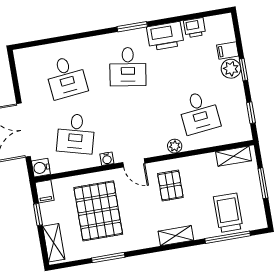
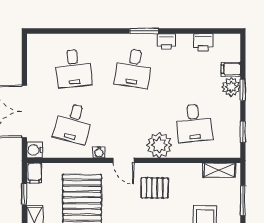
printer: (165, 36) -> (166, 41), width x0.53, depth x0.68
plant: (175, 146) -> (159, 145), width x1.88, depth x1.88
pallet: (170, 186) -> (155, 188), turned 90

